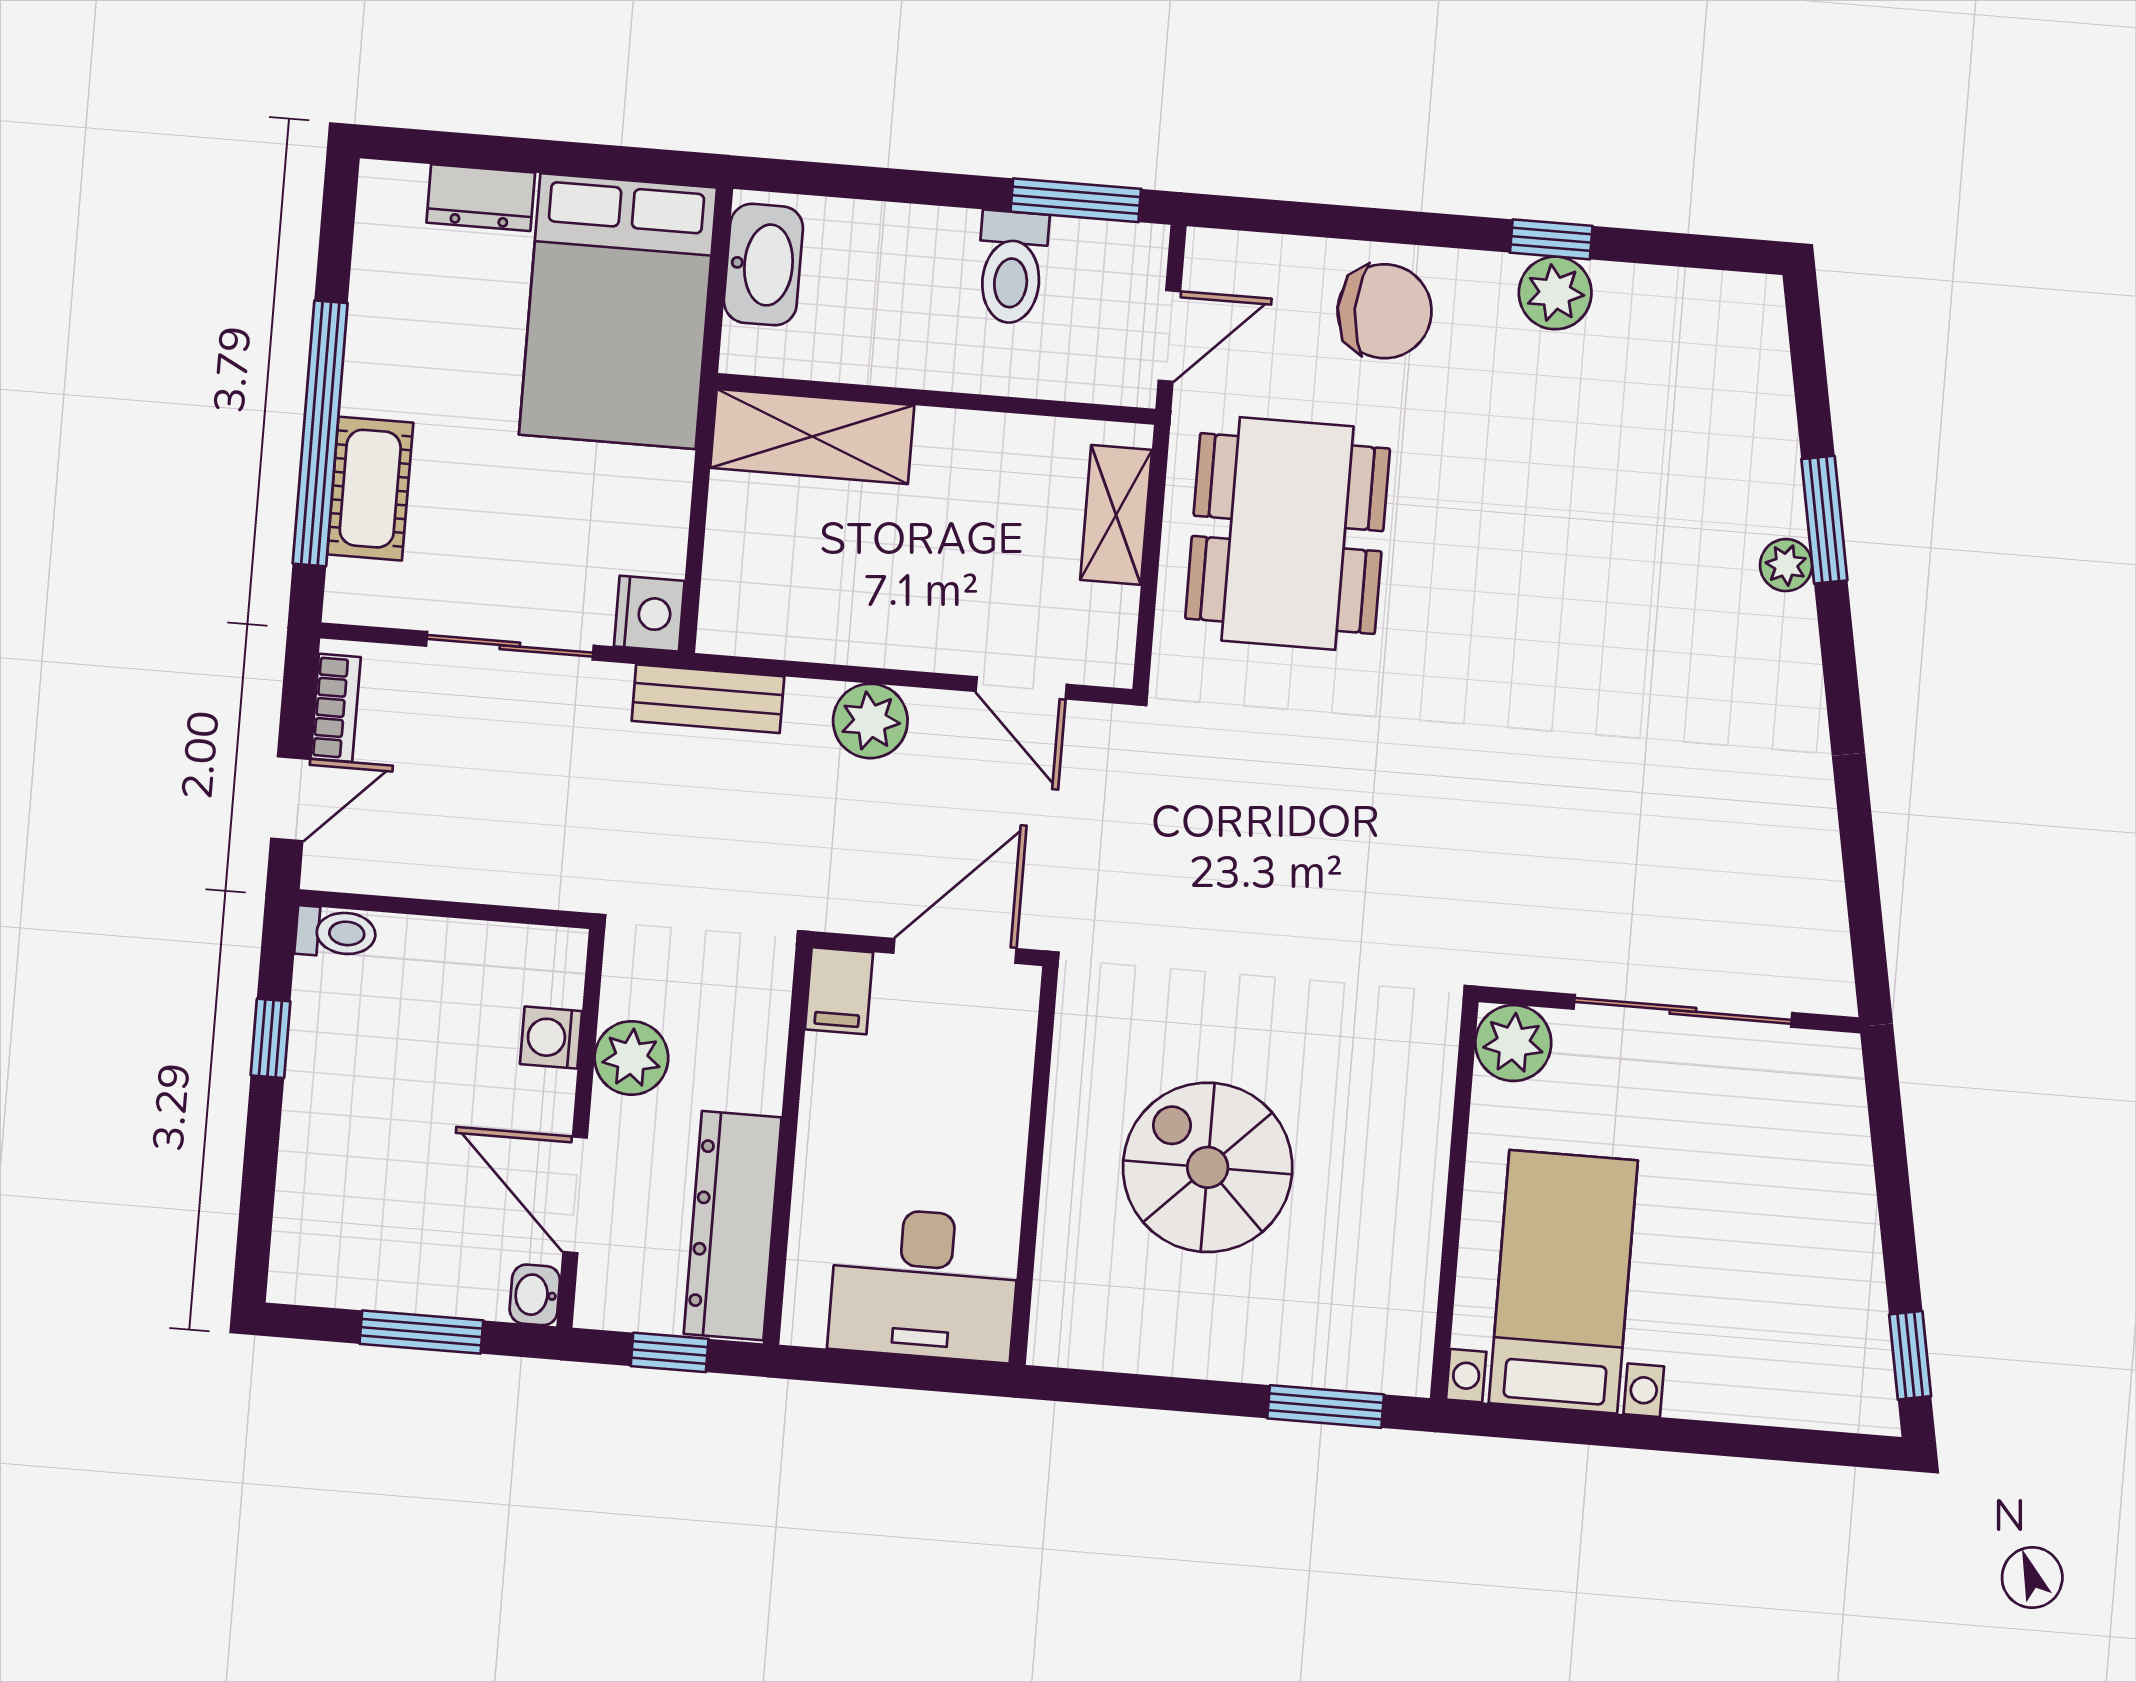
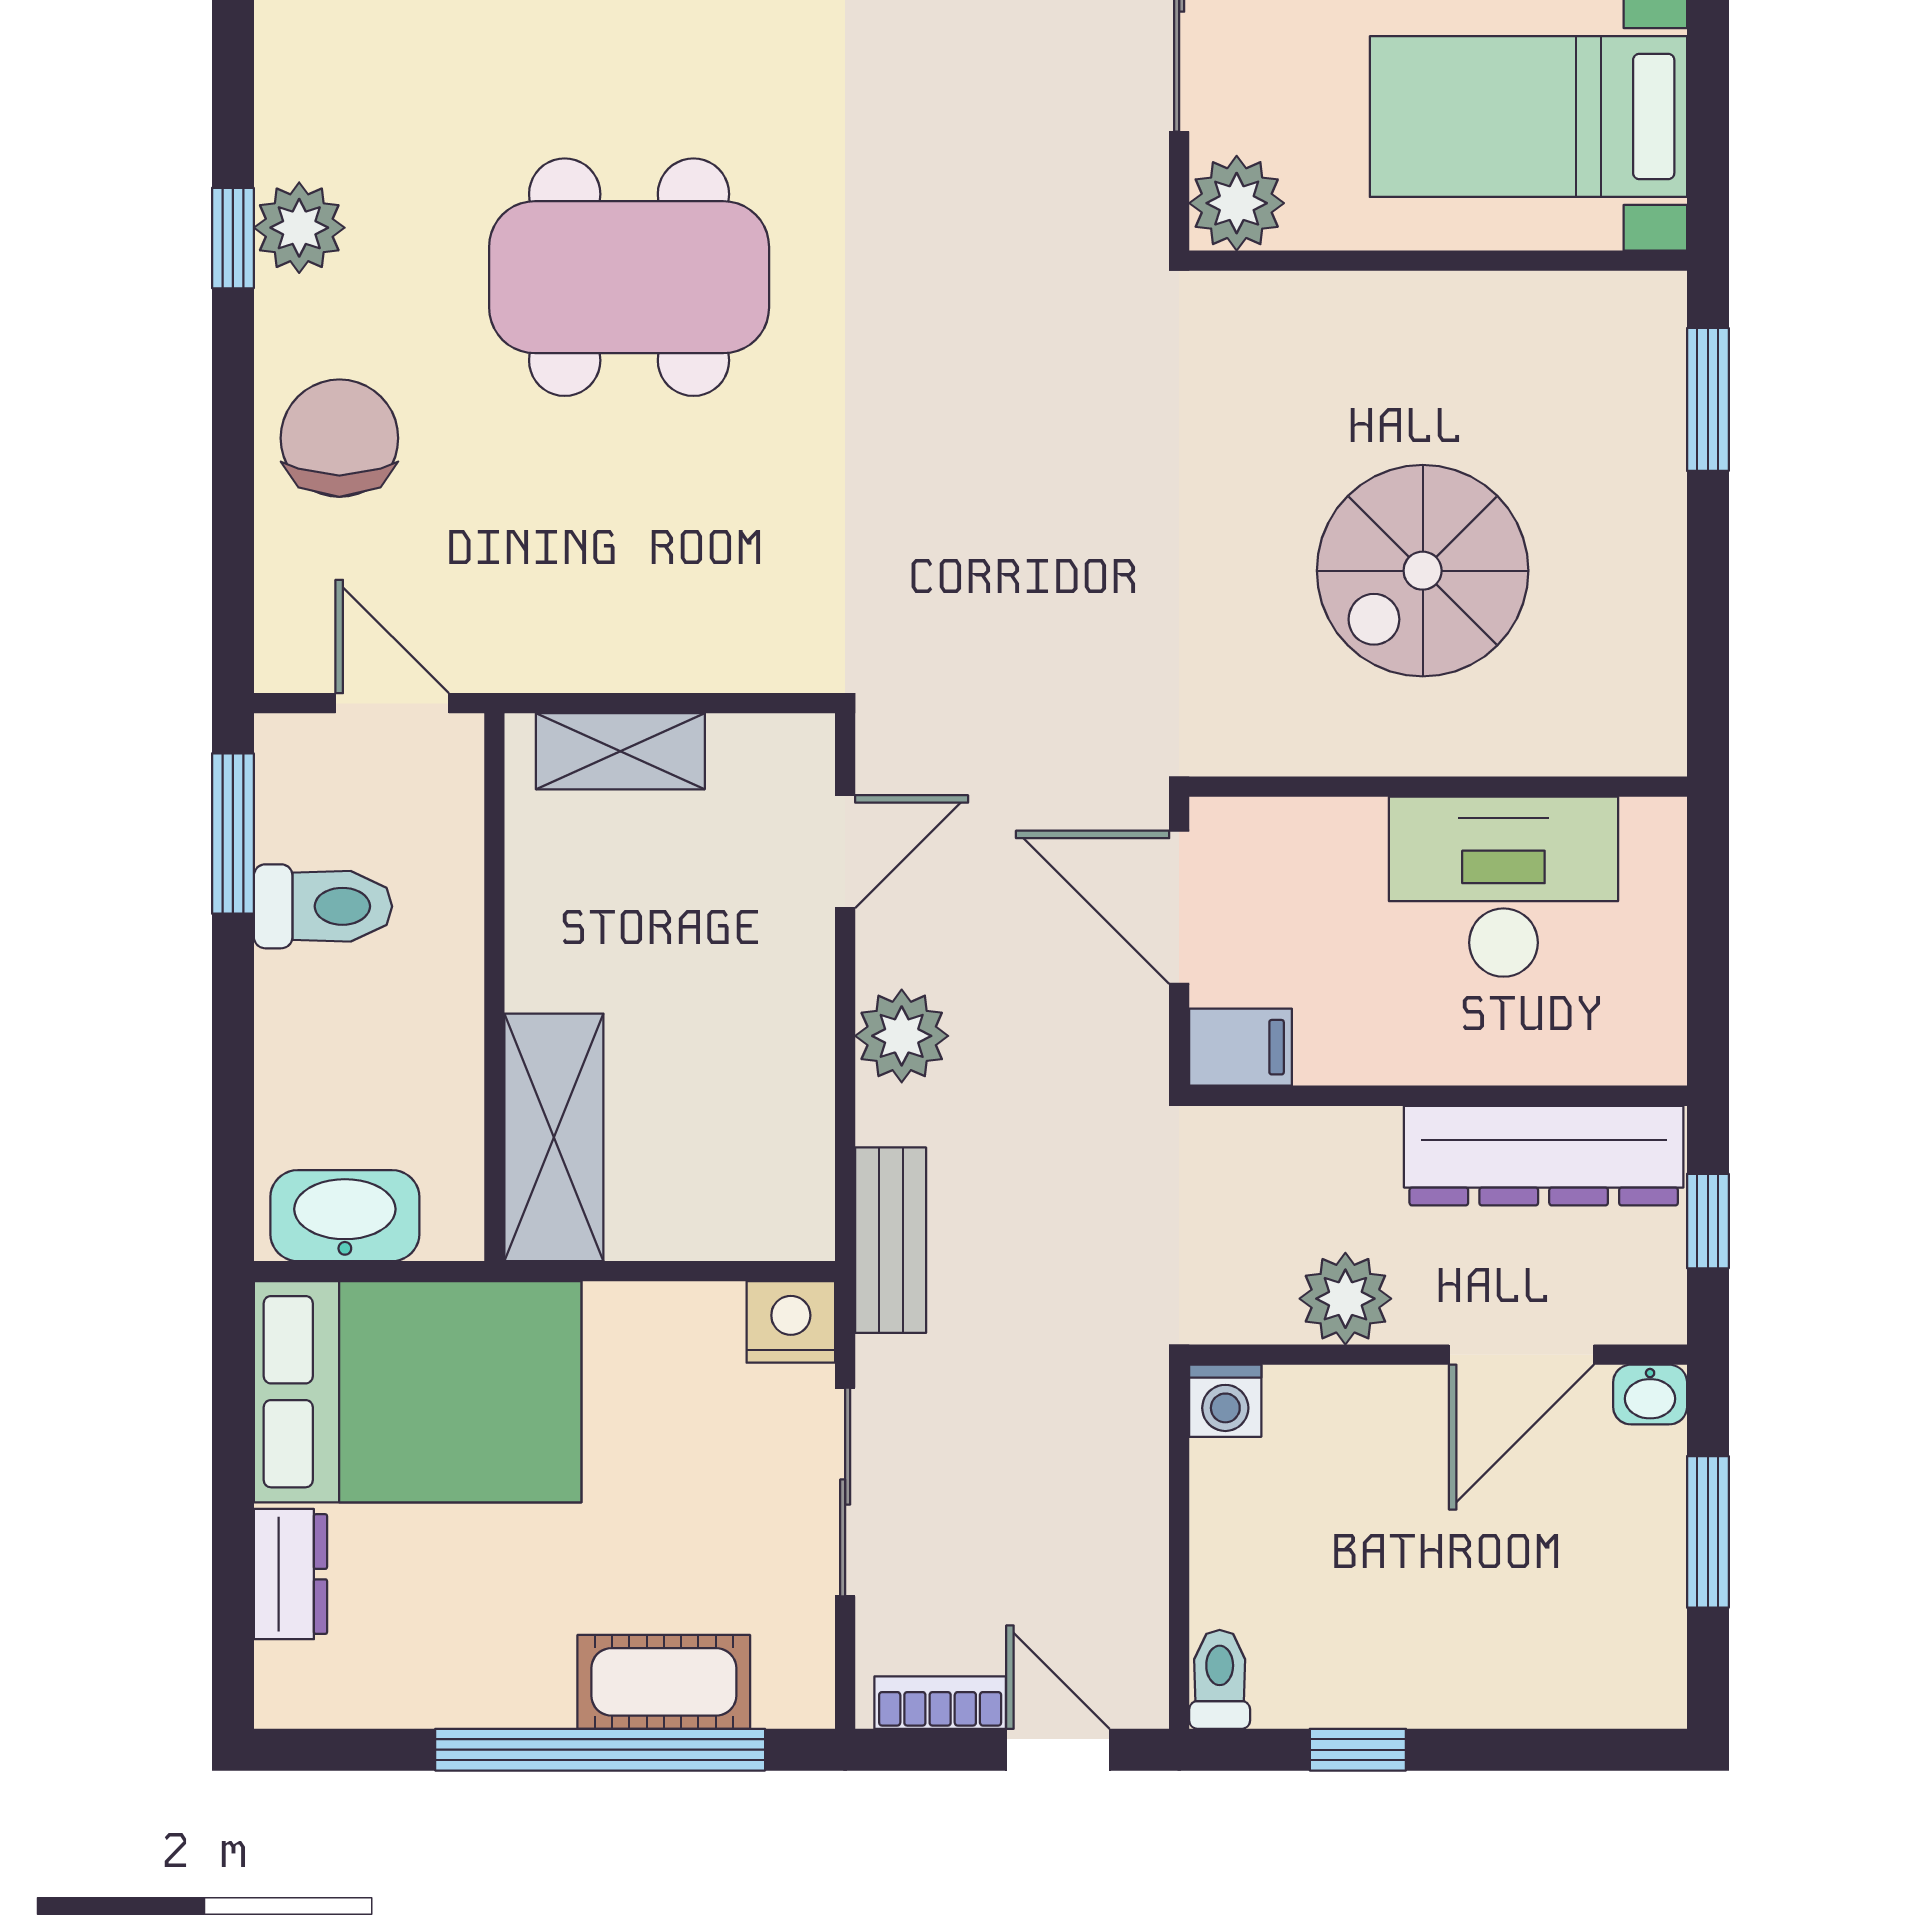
dining table: (1288, 534) -> (629, 277), moved
washing machine: (551, 1038) -> (1225, 1401), moved
desk: (924, 1284) -> (1503, 887), moved, turned -90

